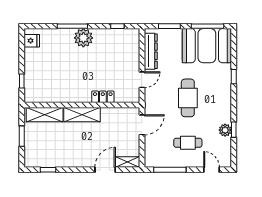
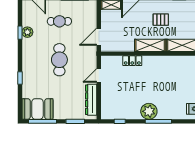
booth: (207, 46) -> (37, 109), width x0.73, depth x0.70
pallet: (70, 145) -> (161, 20), added

